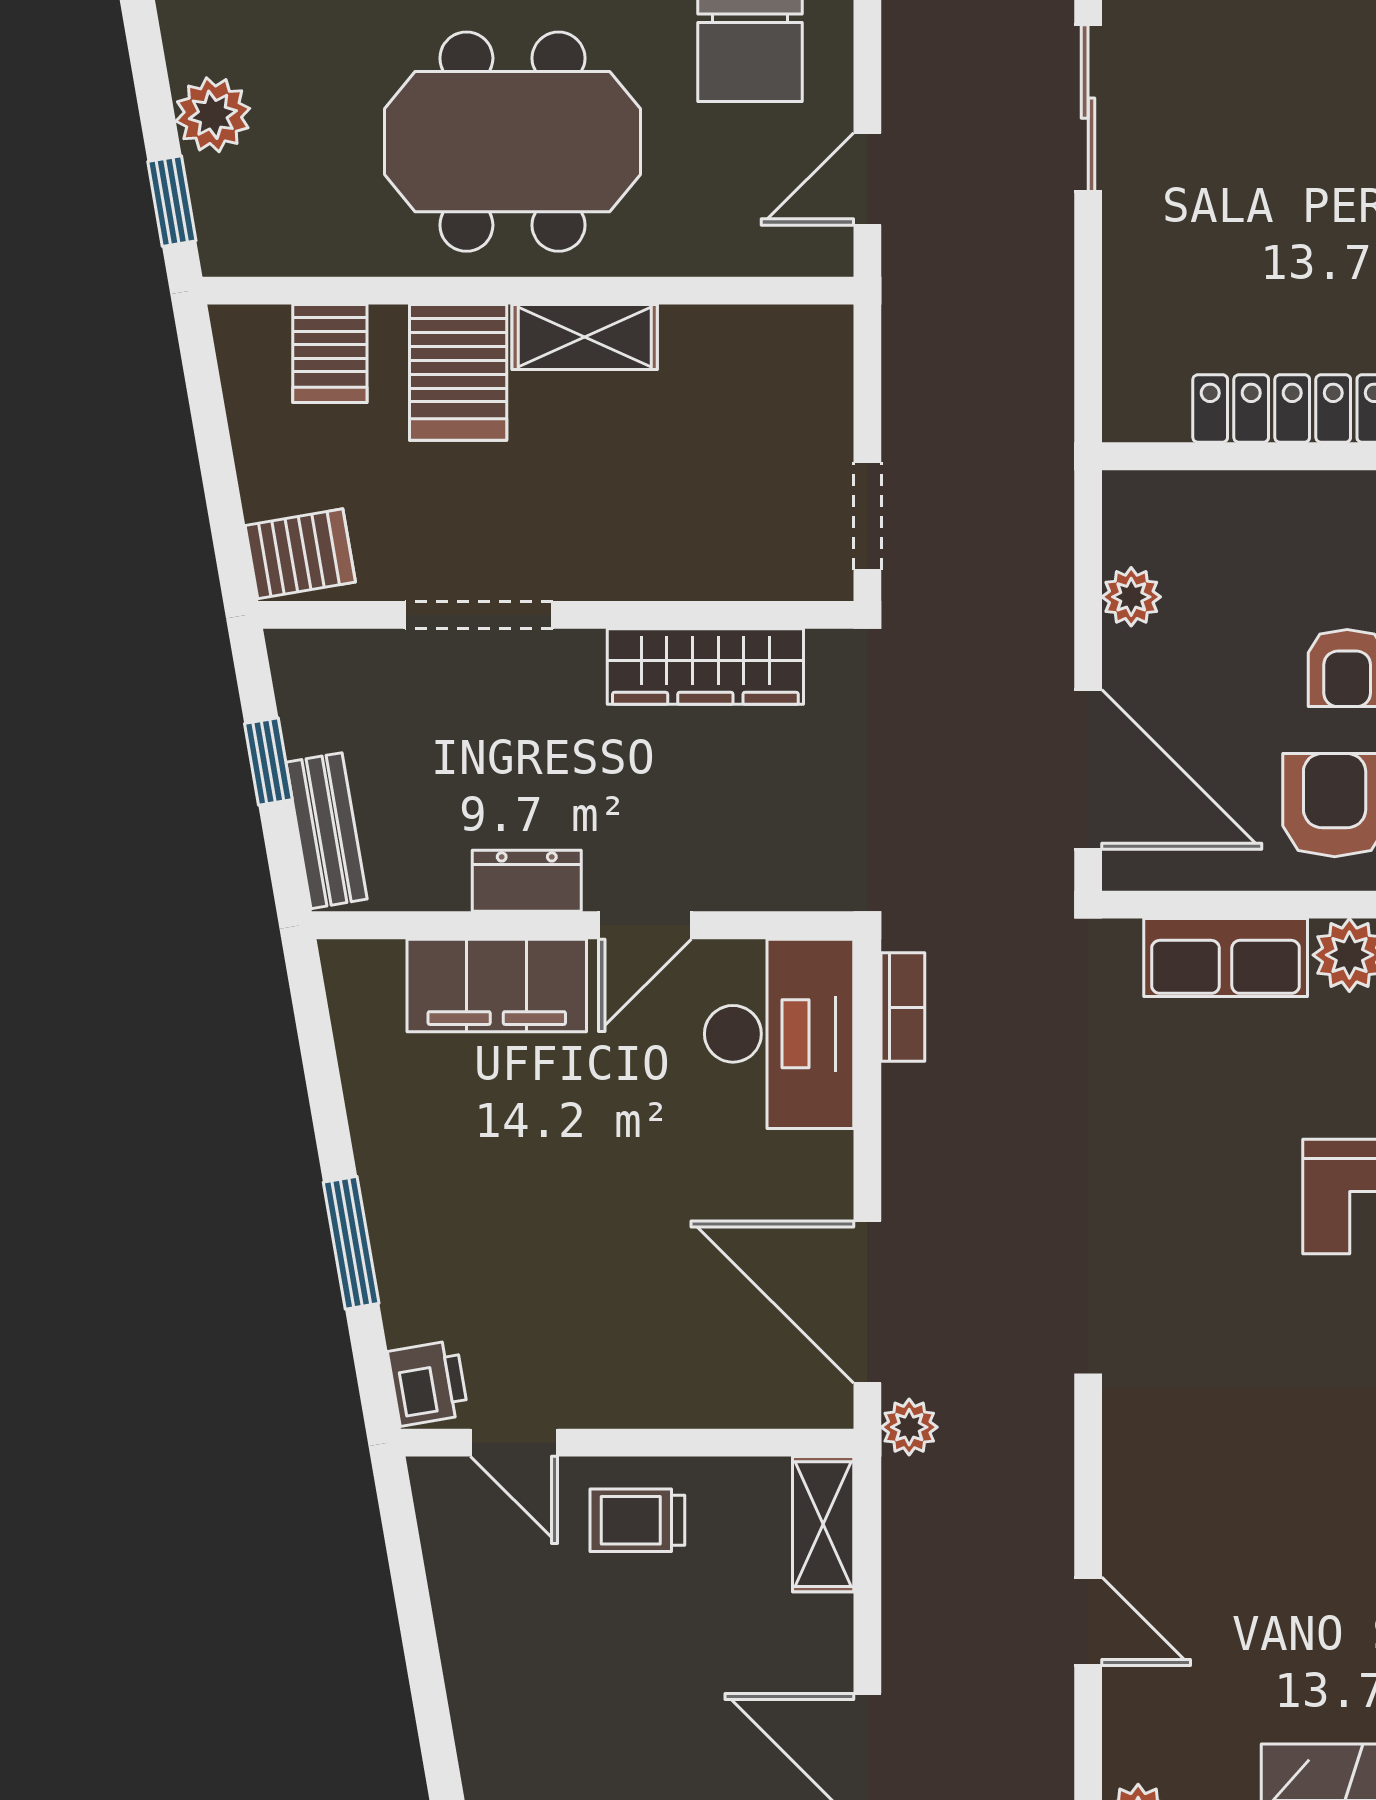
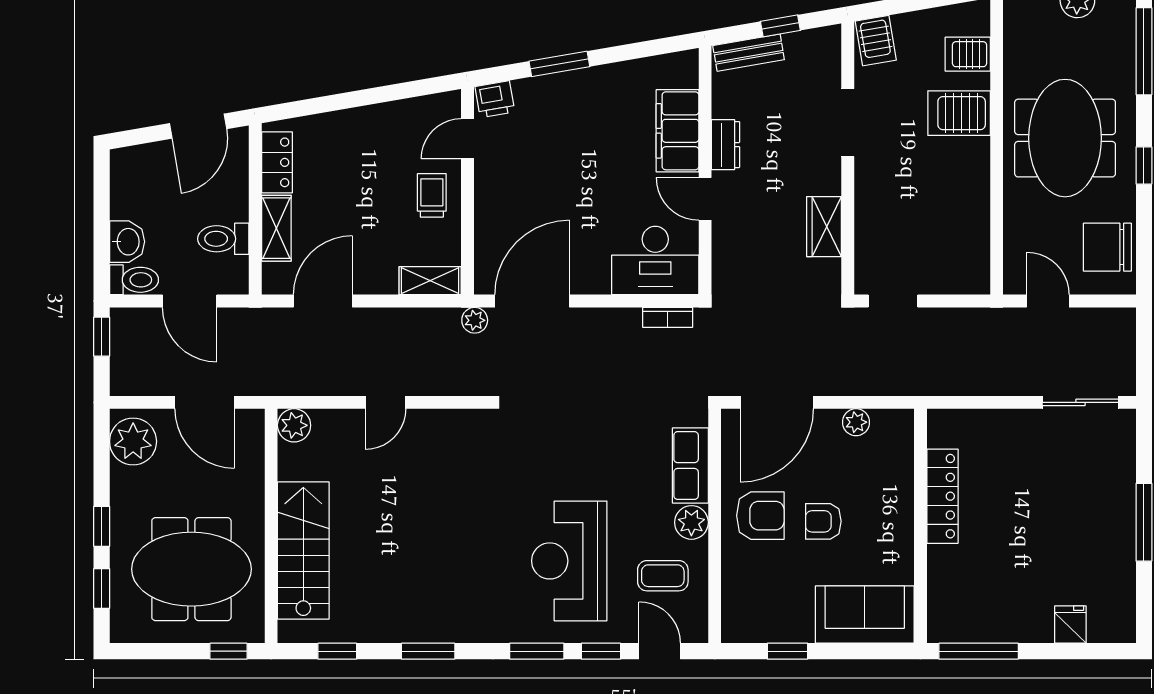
shelving: (585, 337) -> (975, 171), removed
wardrobe: (705, 667) -> (824, 227), width x0.67

